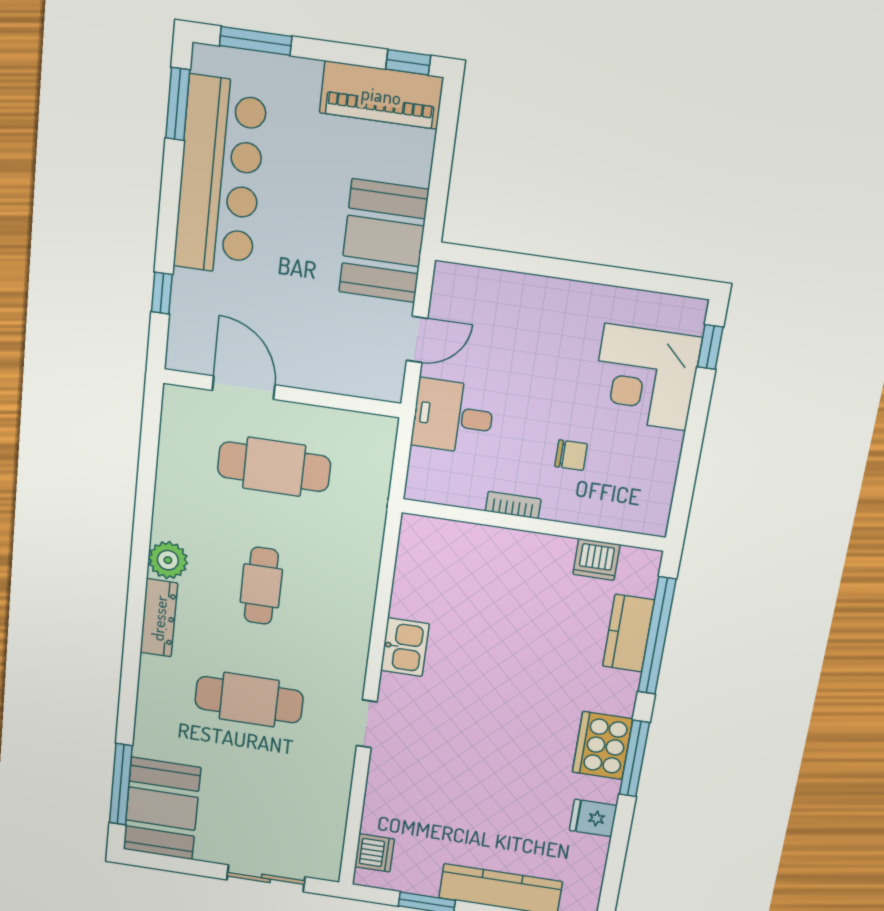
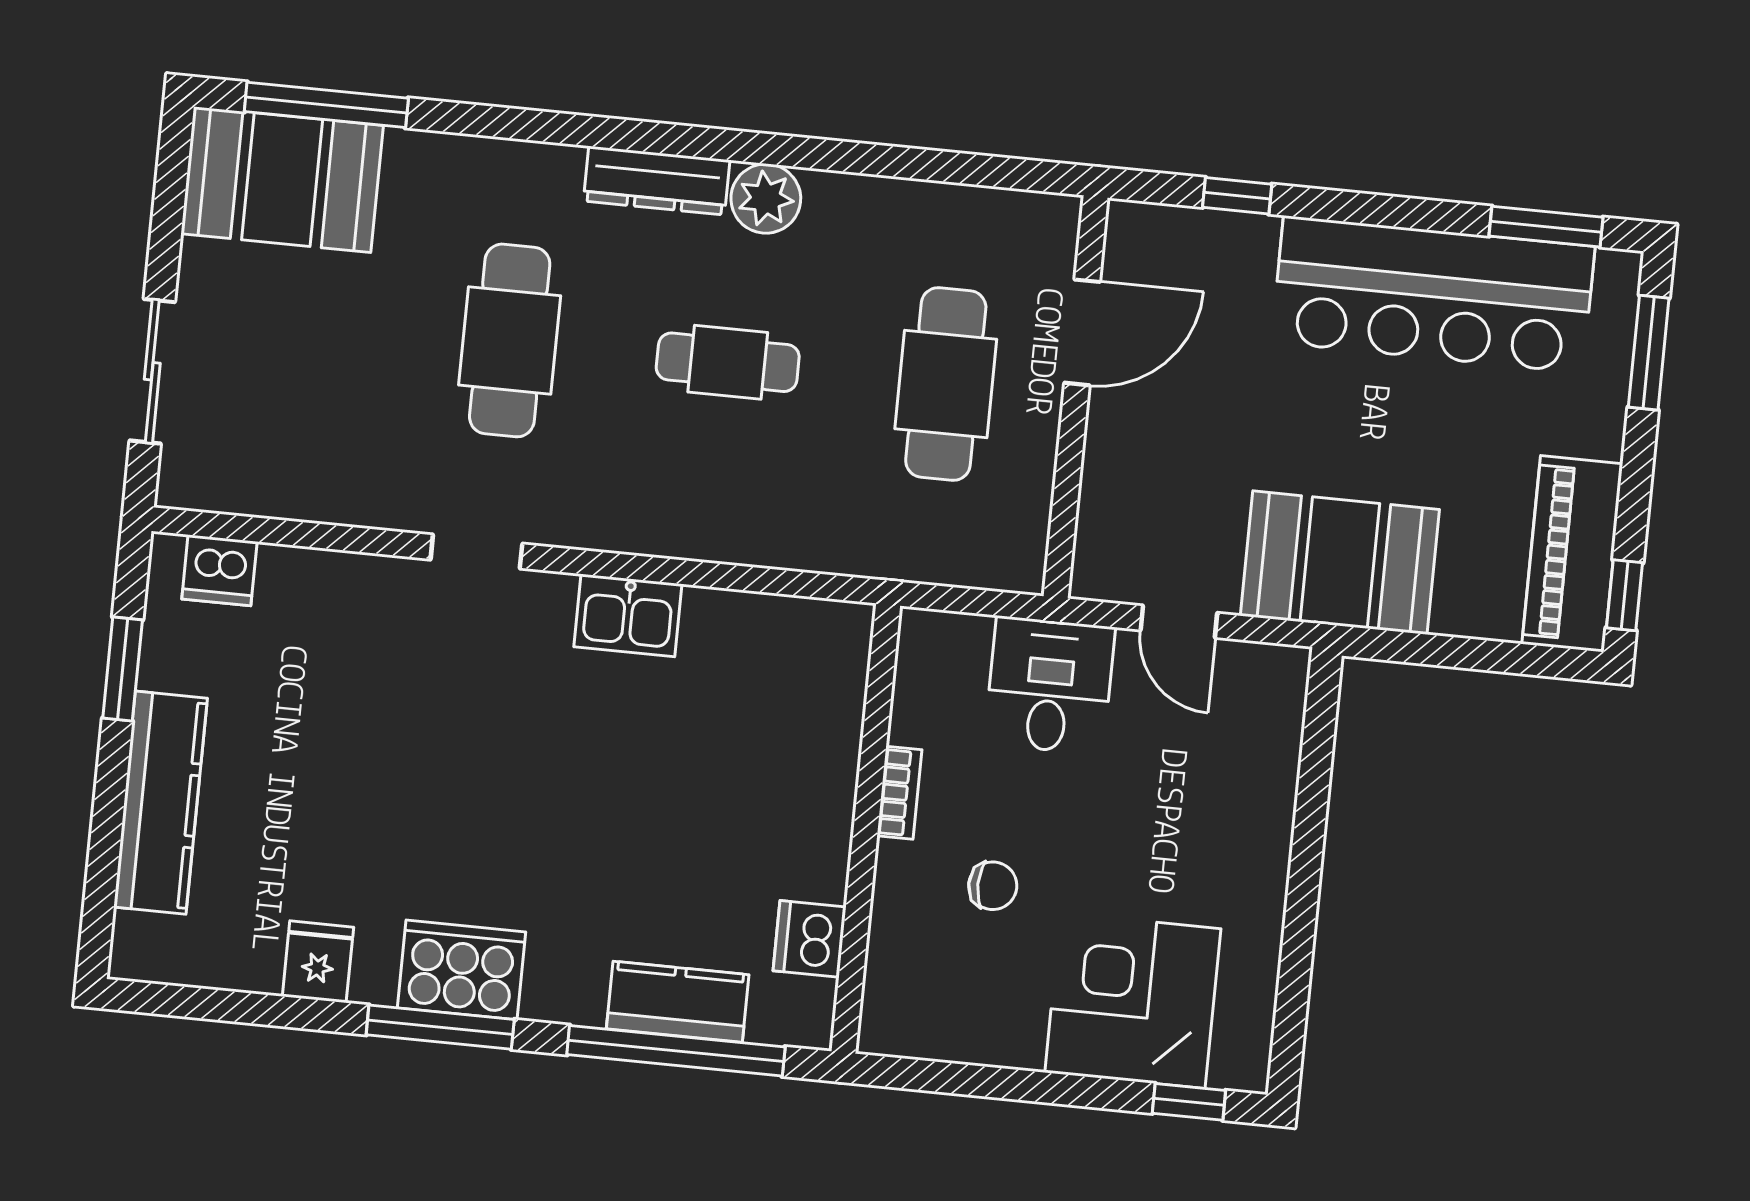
chair: (571, 455) -> (993, 886), turned -90

